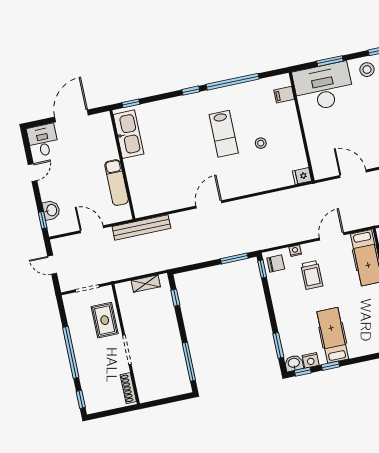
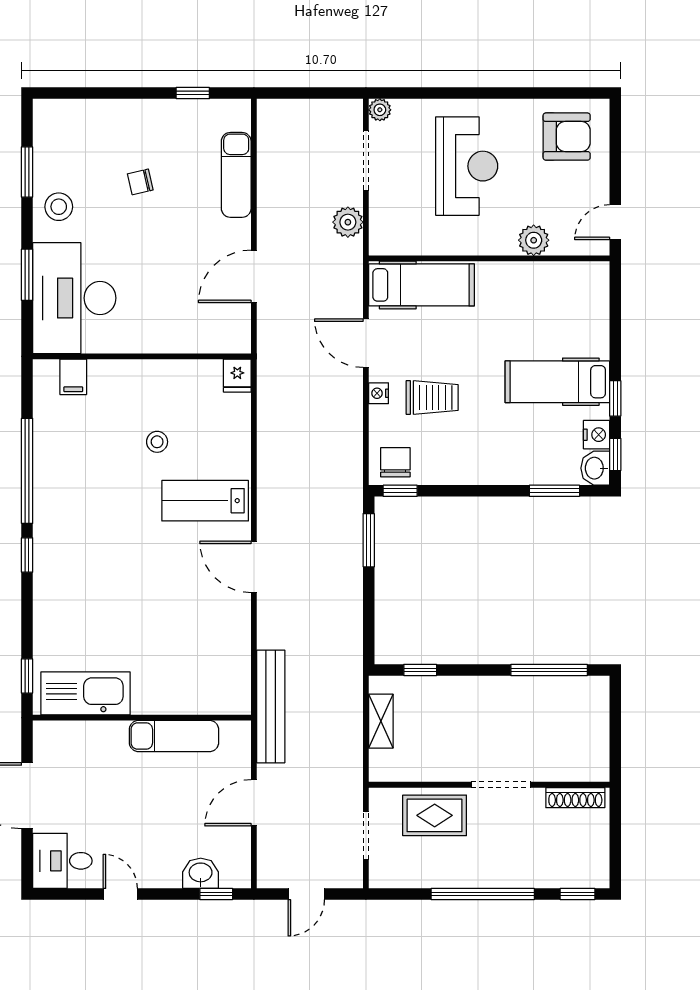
lab bench: (224, 134) -> (205, 501), moved, turned 180
nightstand: (295, 251) -> (379, 393), moved

